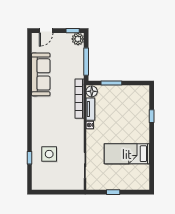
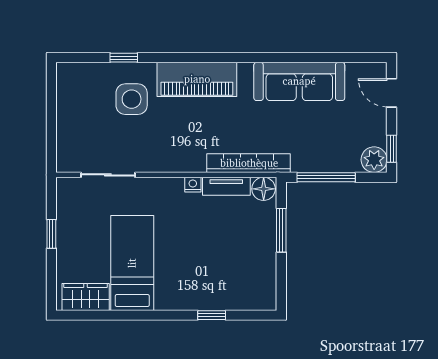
piano: (40, 123) -> (197, 79), added
wardrobe: (143, 176) -> (86, 297), added

